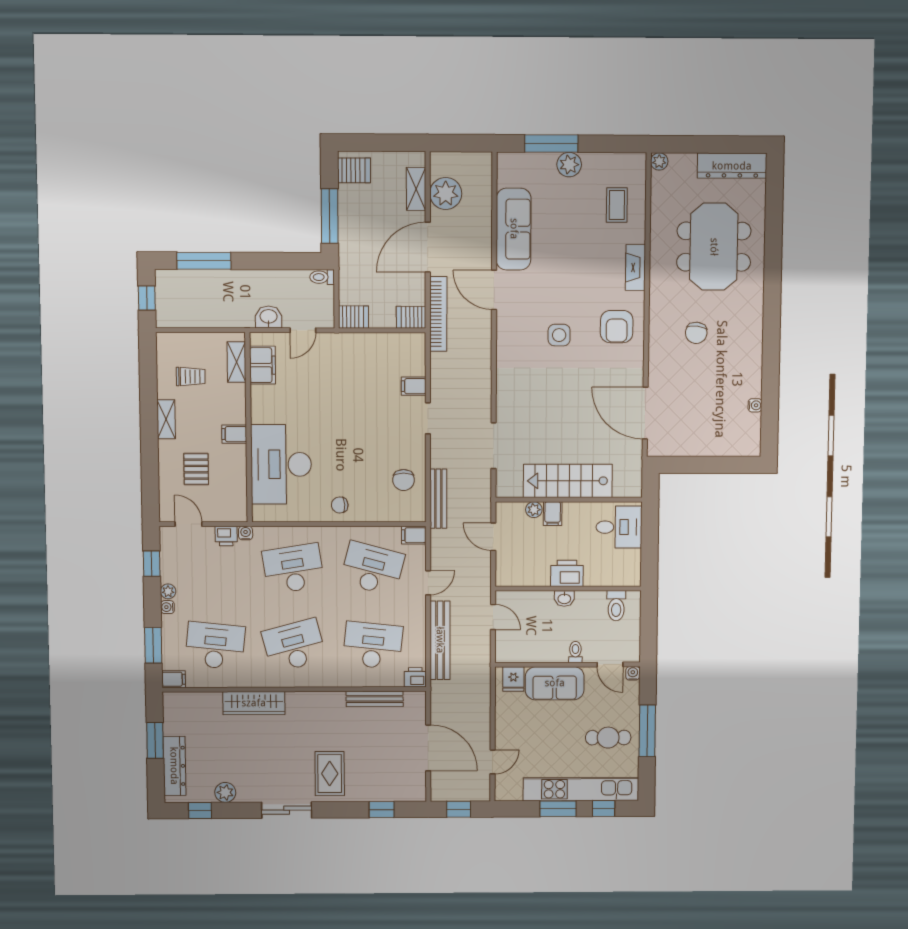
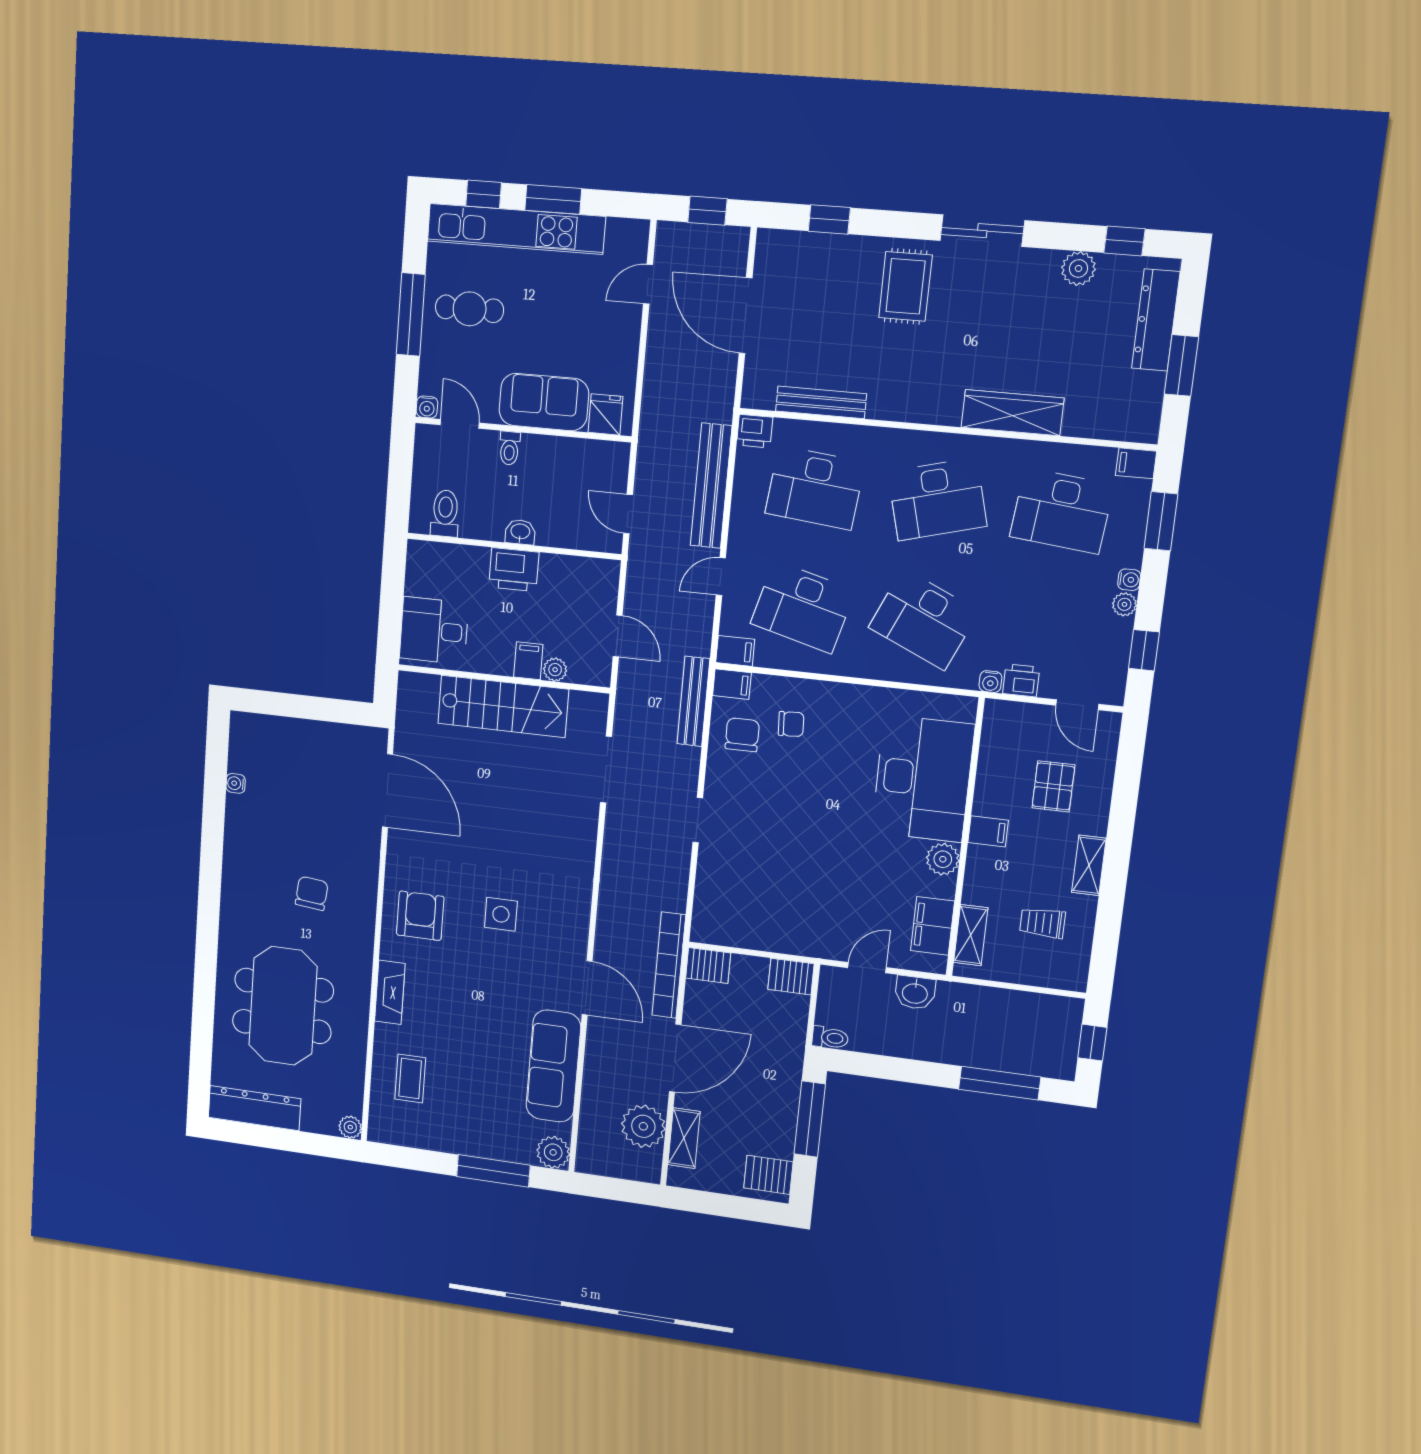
plant: (569, 165) -> (553, 1152), moved
filing cabinet: (414, 386) -> (732, 684), moved
plant: (261, 412) -> (943, 859), added
chair: (340, 505) -> (791, 724), moved
desk: (293, 569) -> (924, 619), turned 33

